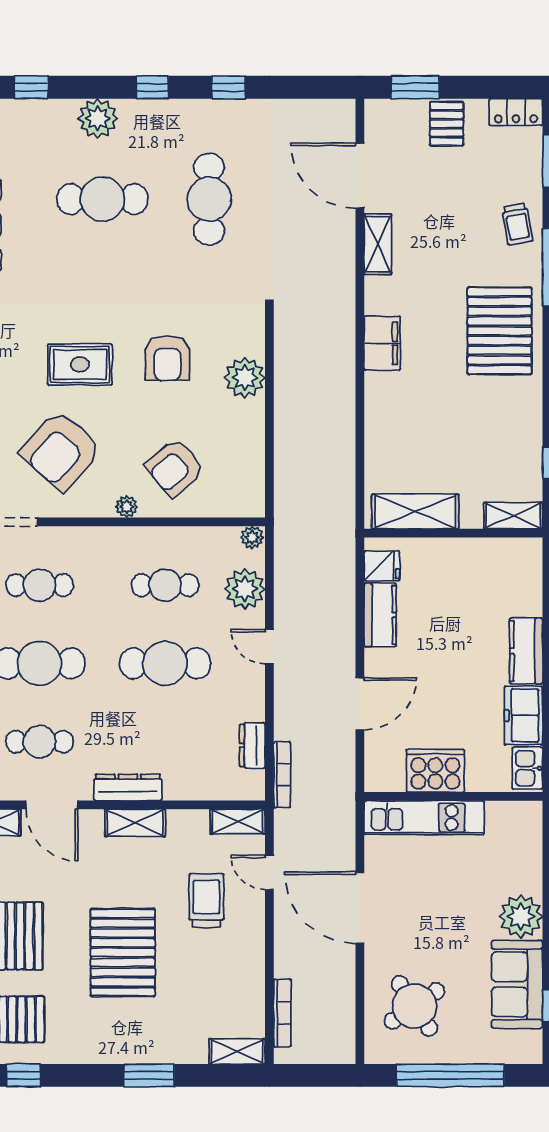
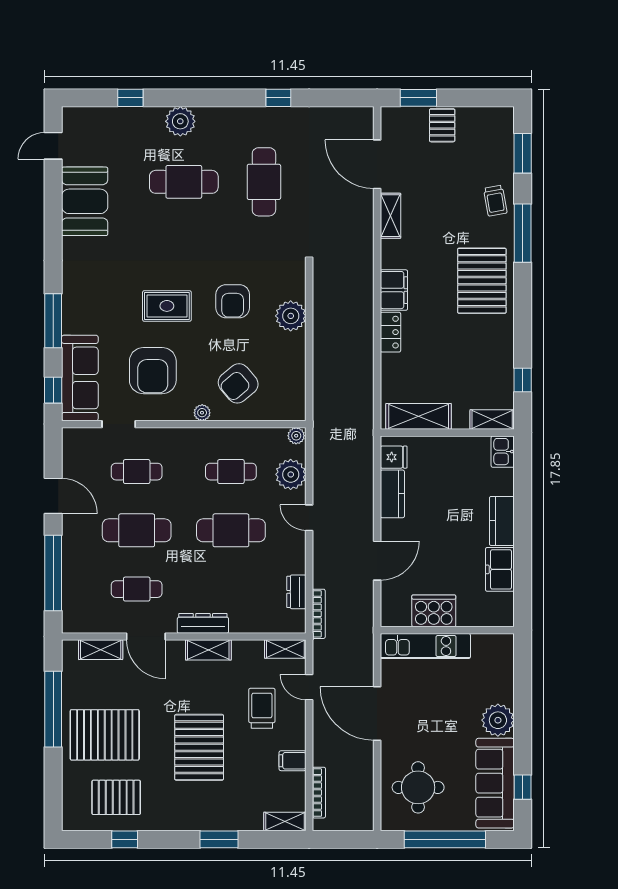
window: (152, 87) -> (221, 98), removed
locker: (516, 112) -> (390, 332), moved, turned -90
armchair: (61, 451) -> (153, 371), turned -42
kitchen sink: (527, 768) -> (503, 452), moved
filing cabinet: (247, 970) -> (293, 761), added
sofa: (517, 984) -> (495, 783), width x1.36
round table: (414, 1006) -> (418, 787), turned 34

